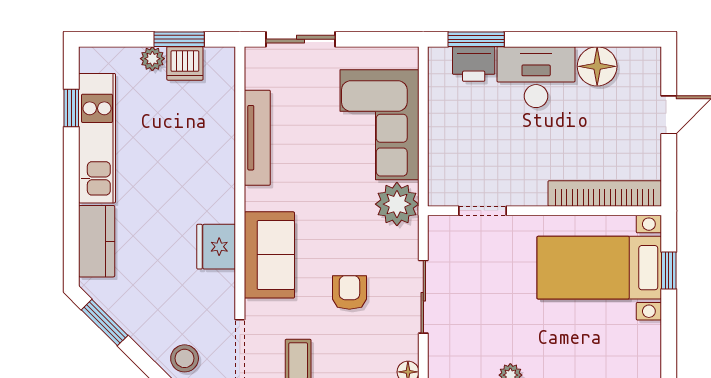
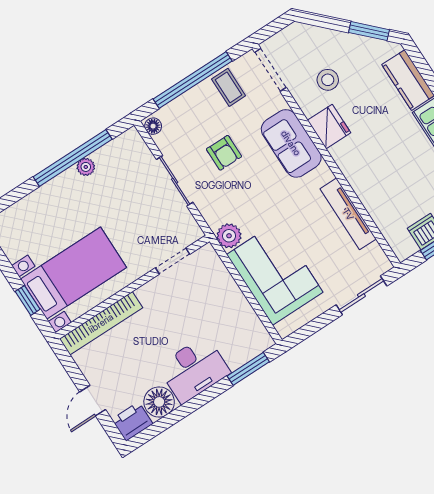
printer: (474, 64) -> (132, 422), moved
plant: (397, 204) -> (229, 236), width x0.73, depth x0.73
stool: (185, 358) -> (328, 80), moved

